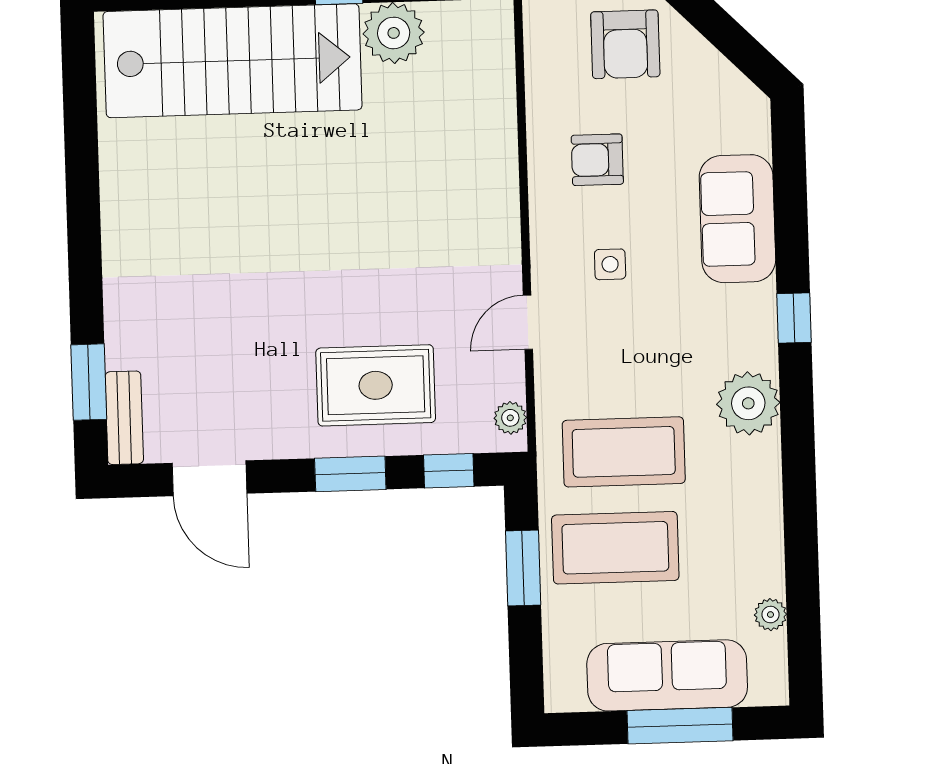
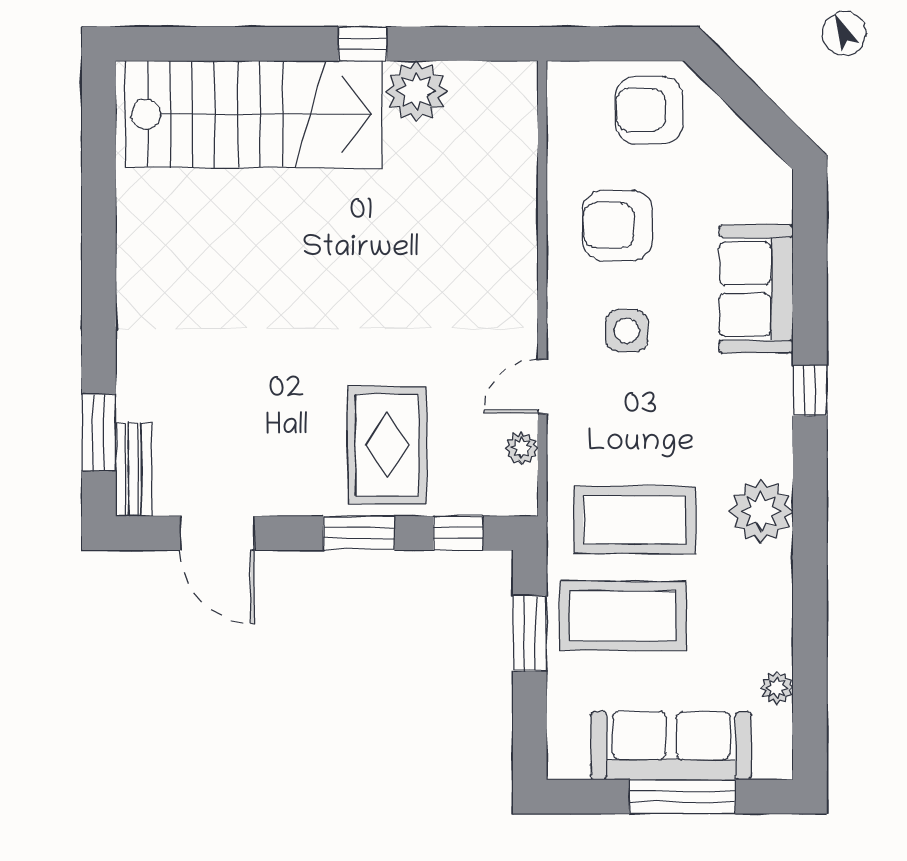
armchair: (625, 44) -> (649, 110), turned 90
armchair: (597, 160) -> (617, 225), width x1.38, depth x1.38
side table: (610, 264) -> (627, 331), width x1.37, depth x1.37
rug: (376, 385) -> (387, 445), turned 90
plant: (748, 403) -> (761, 511), moved
plant: (510, 418) -> (522, 448), moved

